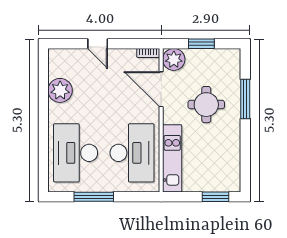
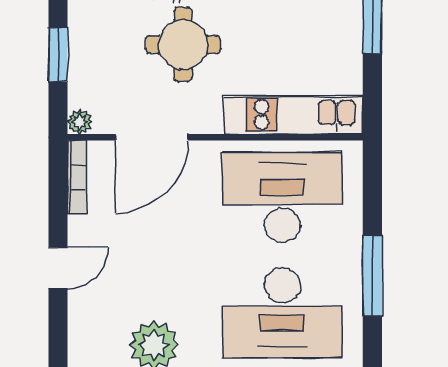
bookcase: (148, 53) -> (77, 177), width x1.56
plant: (174, 59) -> (80, 122), width x0.53, depth x0.53

